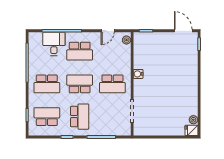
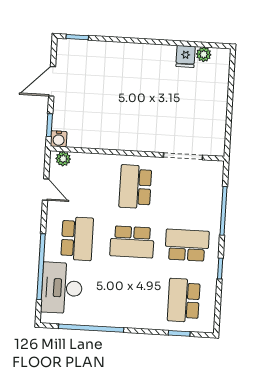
door: (183, 31) -> (52, 81), moved
desk: (54, 44) -> (62, 288), width x1.37
water cooler: (138, 74) -> (59, 139), moved
school desk: (47, 84) -> (129, 297), removed
school desk: (80, 84) -> (132, 242), turned -90
school desk: (112, 84) -> (135, 187), turned 180
fridge: (191, 130) -> (186, 56), moved

